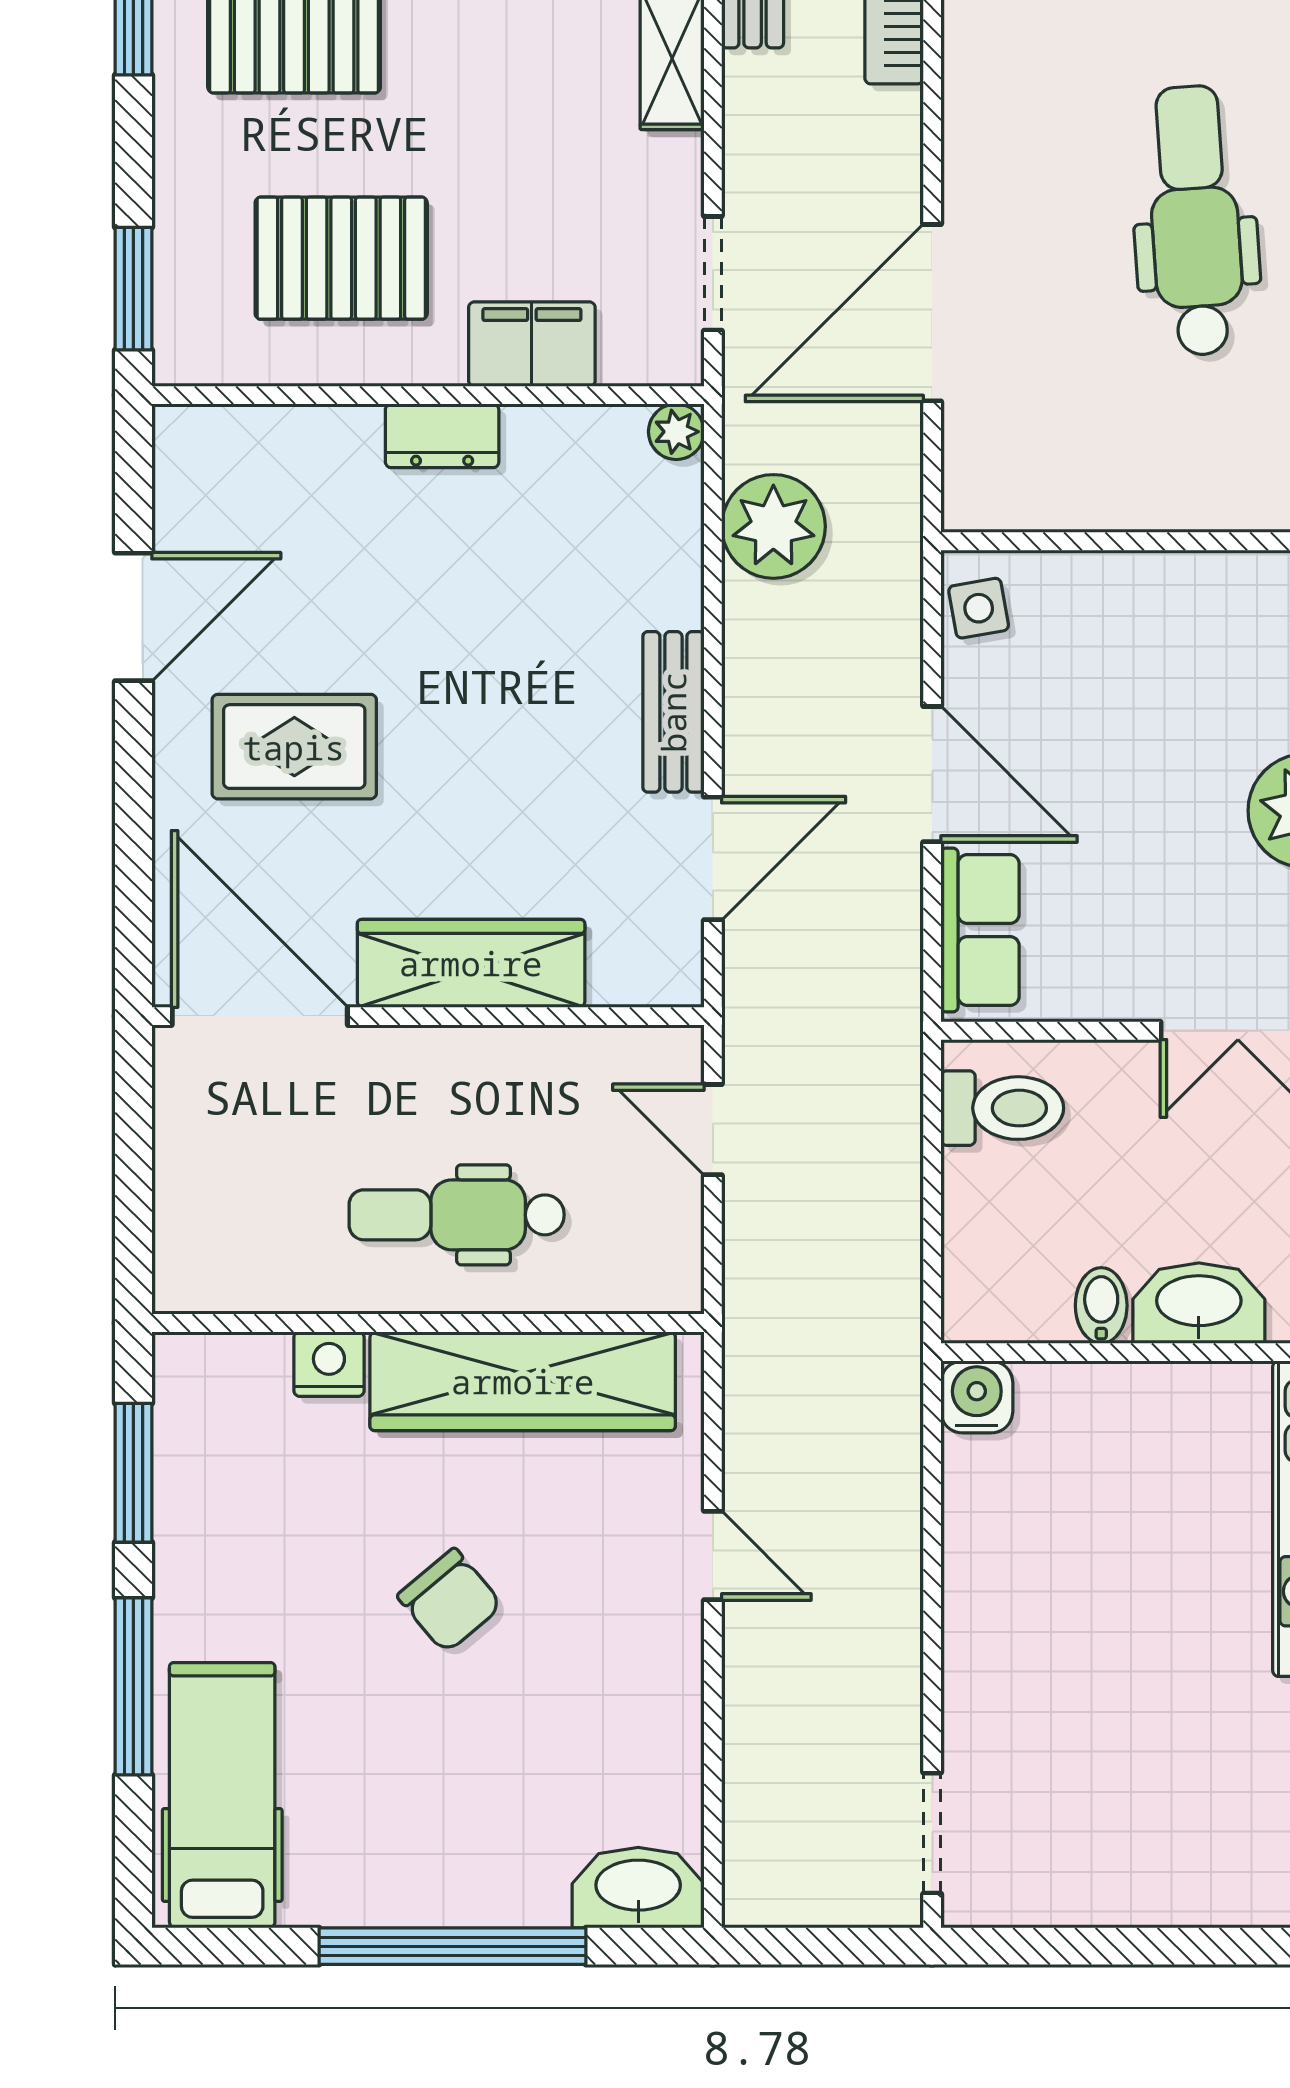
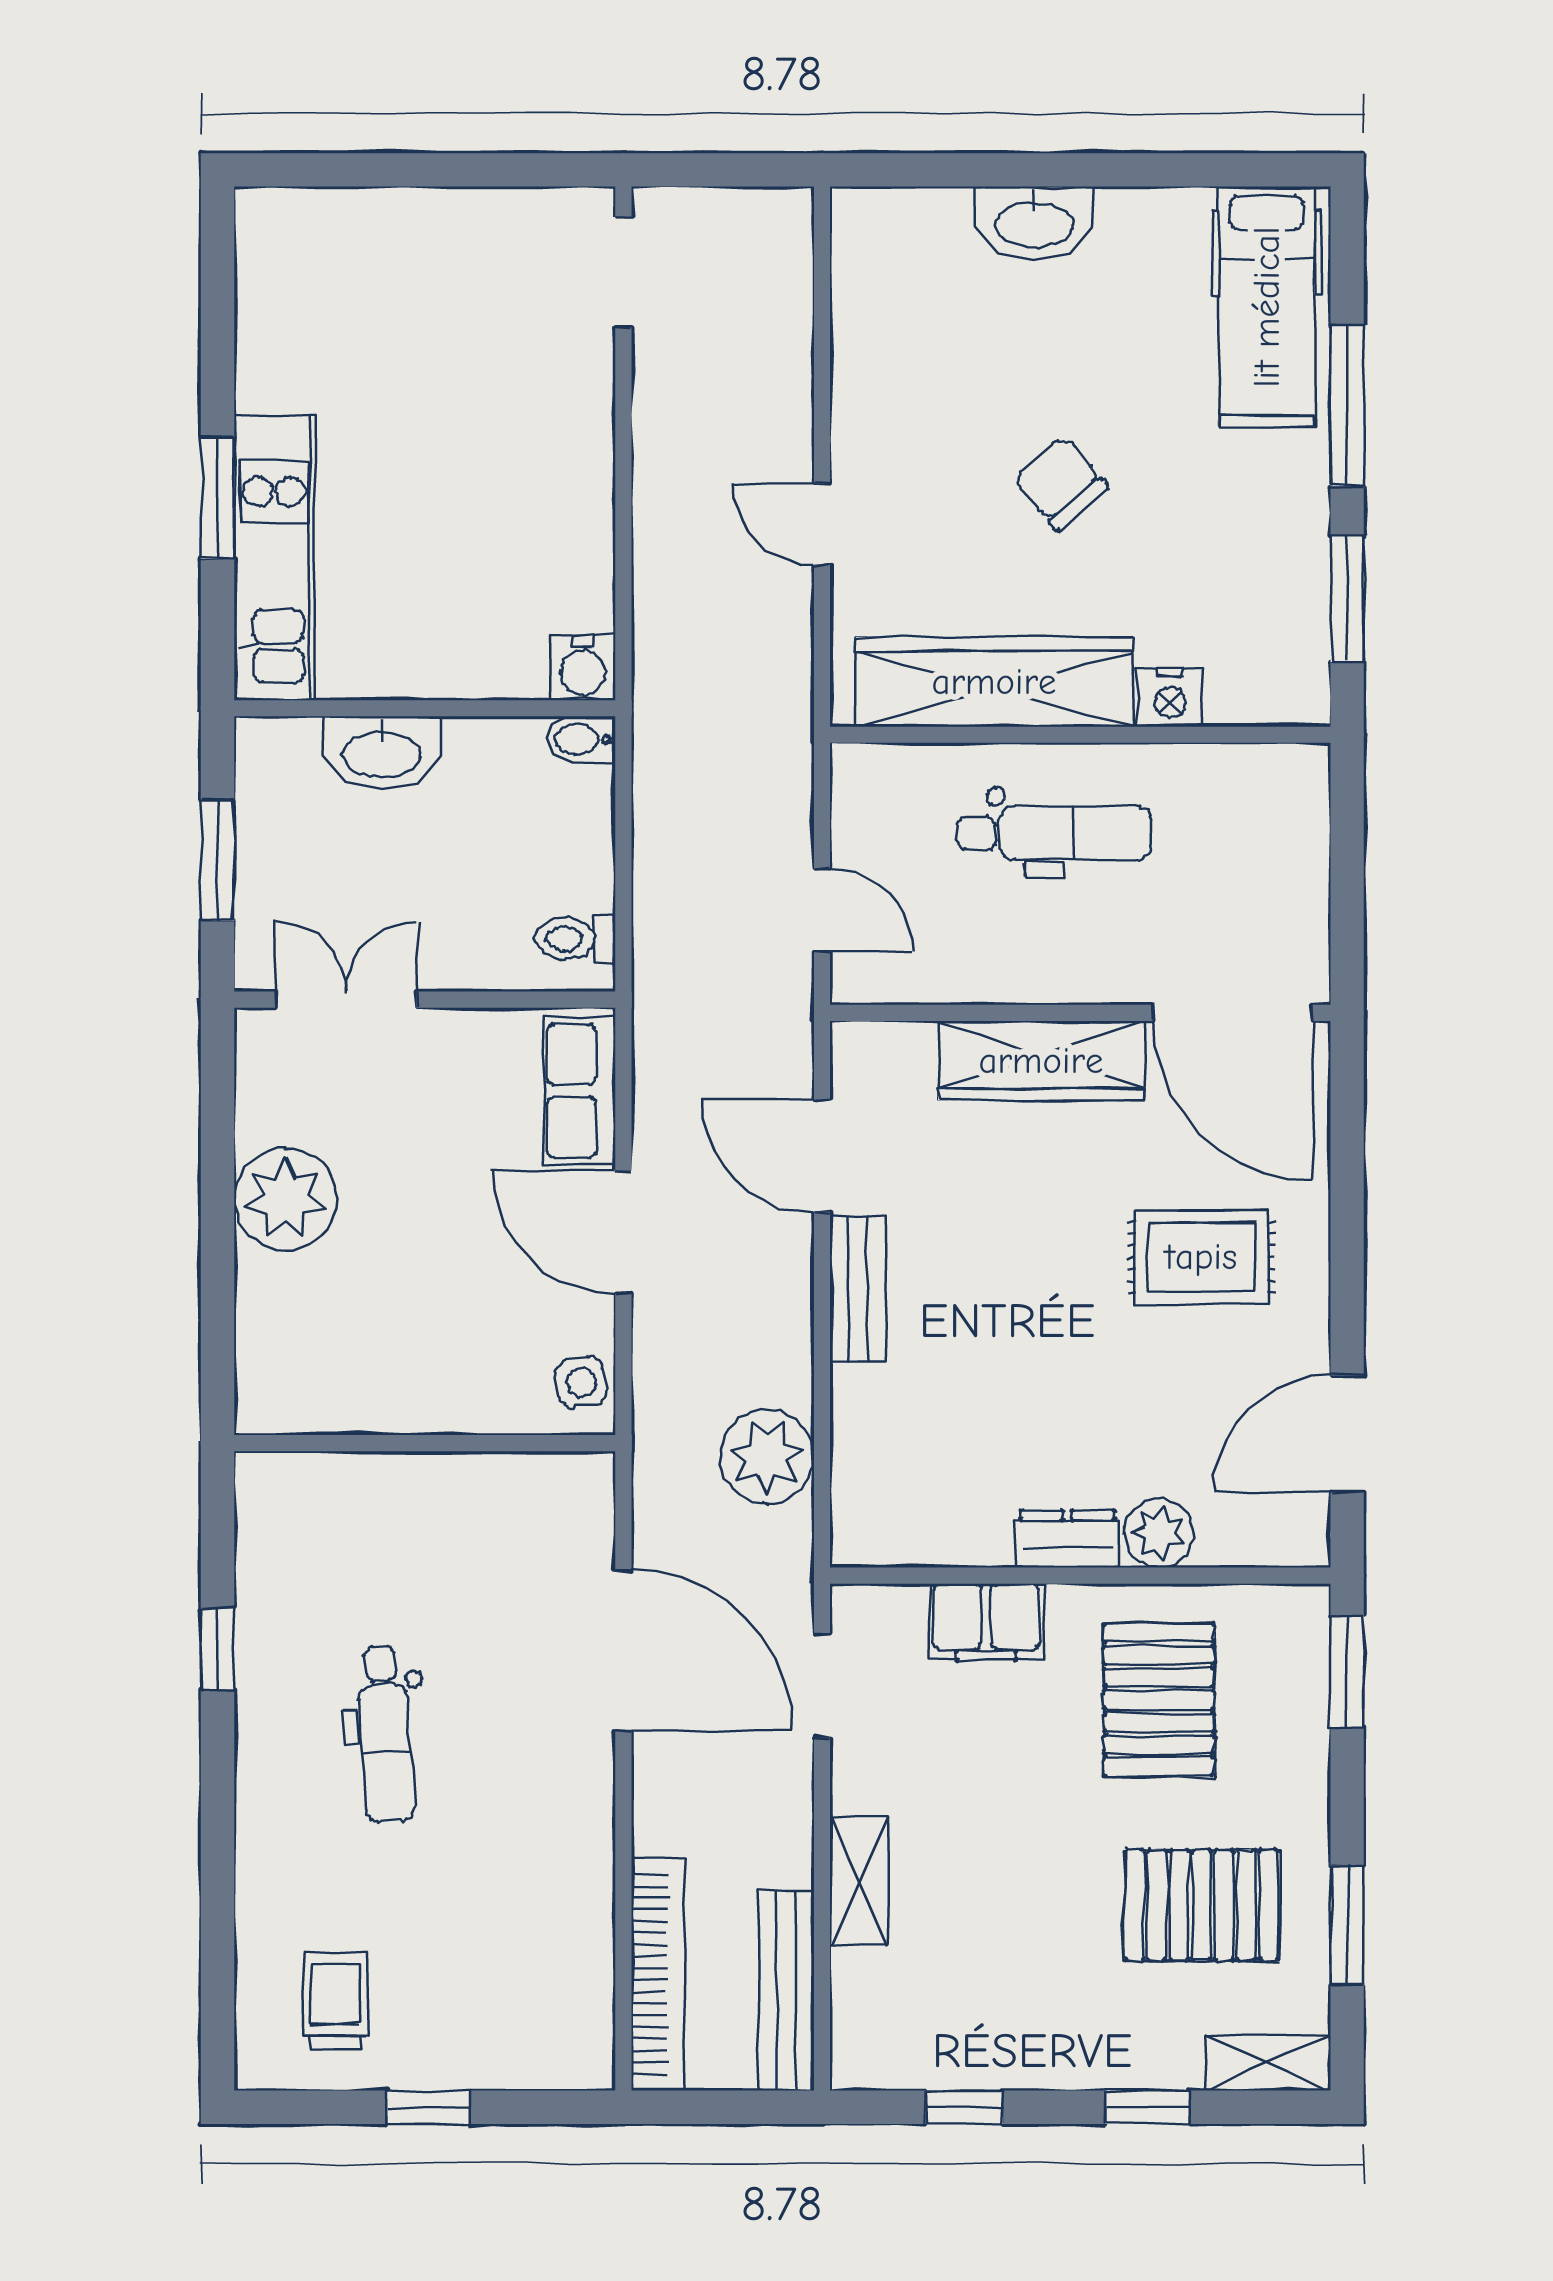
dental chair: (1195, 221) -> (385, 1734), width x0.73, depth x0.72
pallet: (341, 258) -> (1159, 1700), turned 90
door: (932, 313) -> (623, 1650), hinge flipped
plant: (676, 432) -> (1159, 1533), moved, width x1.38, depth x1.38
door: (133, 617) -> (1347, 1434), moved
door: (713, 858) -> (822, 1156), hinge flipped
toilet: (1002, 1108) -> (575, 939), width x0.73, depth x0.72
bidet: (1101, 1306) -> (581, 740), moved, turned 90
washbasin: (638, 1888) -> (1034, 223), moved
window: (452, 1946) -> (1058, 170), removed

